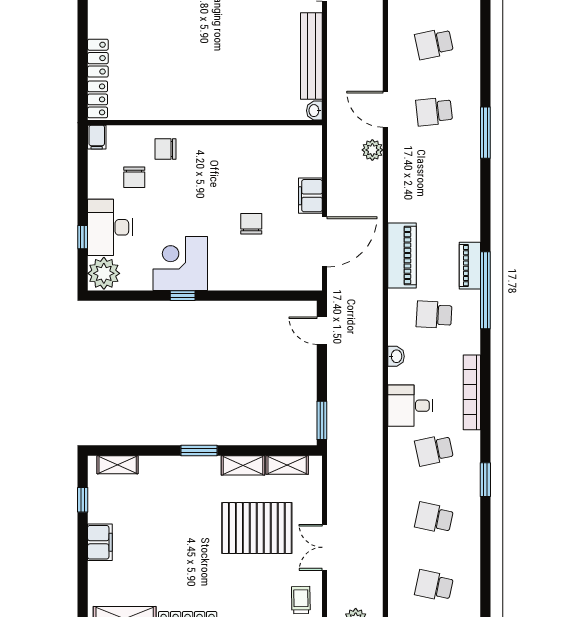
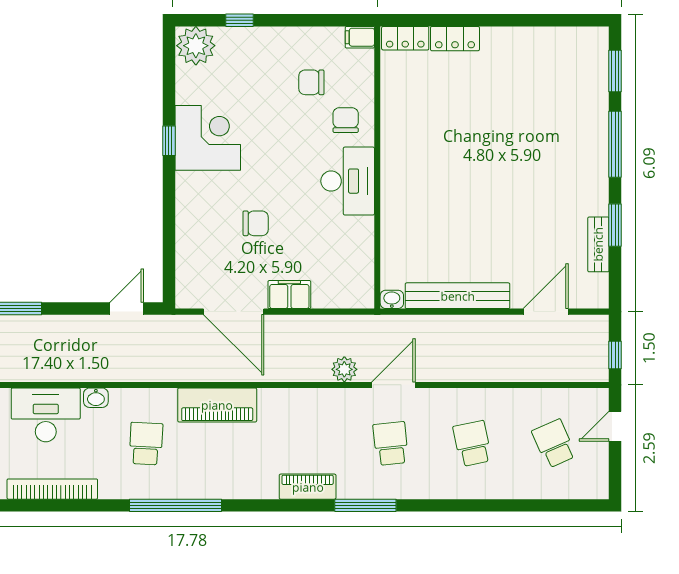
desk: (110, 227) -> (348, 181), moved, turned 90
piano: (470, 266) -> (308, 487), moved
desk: (410, 406) -> (46, 415), width x1.37

